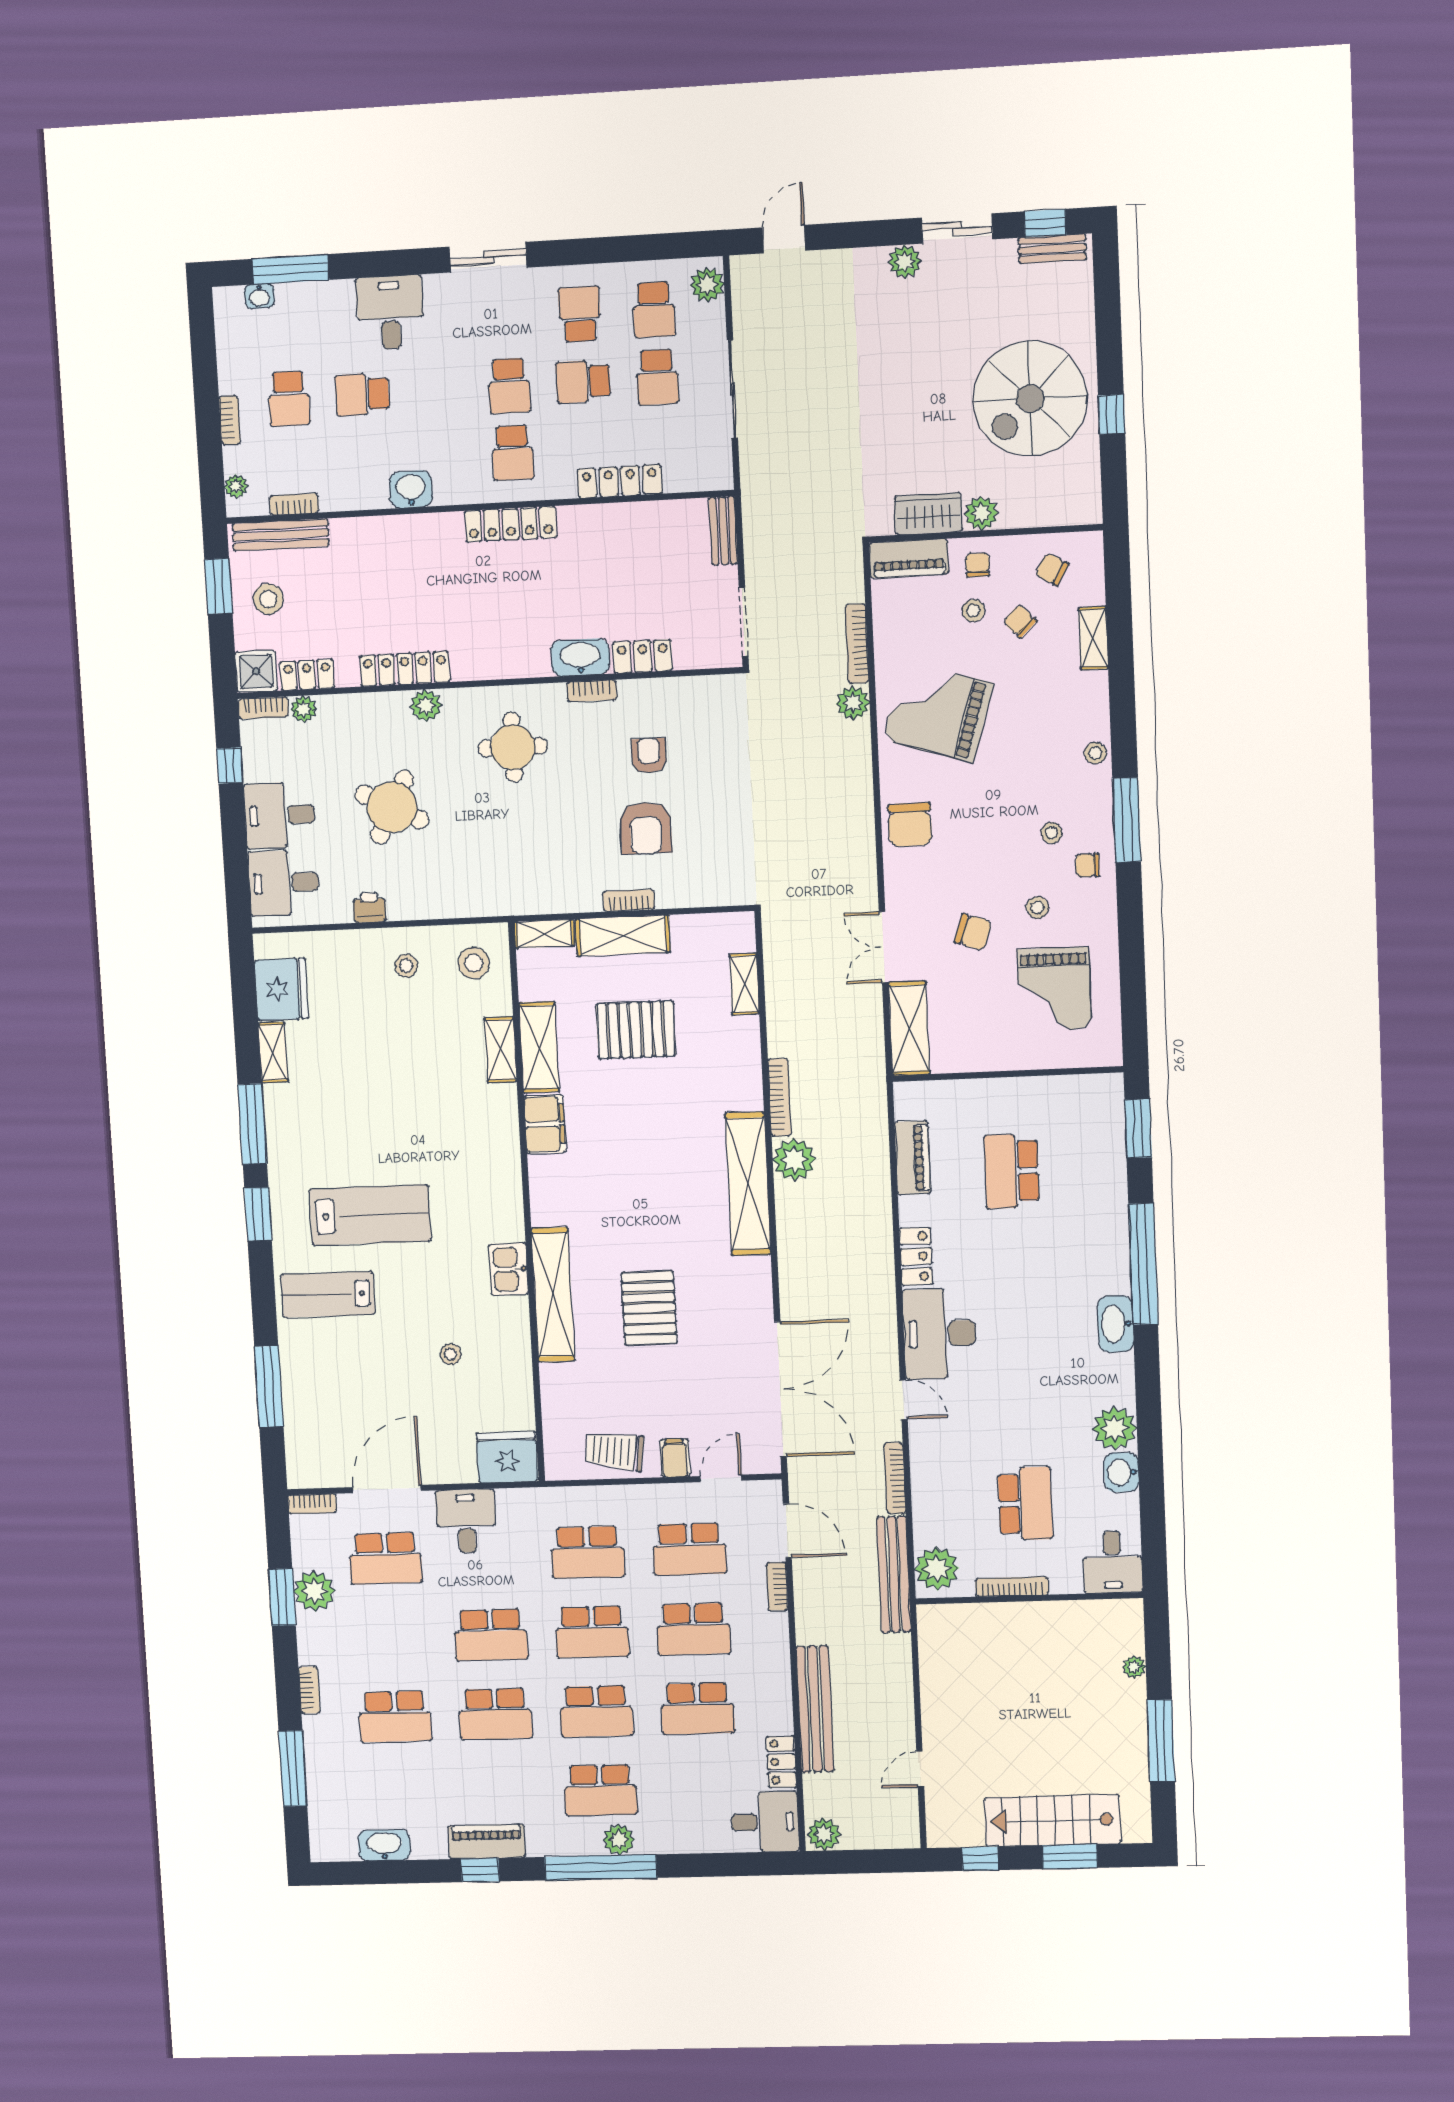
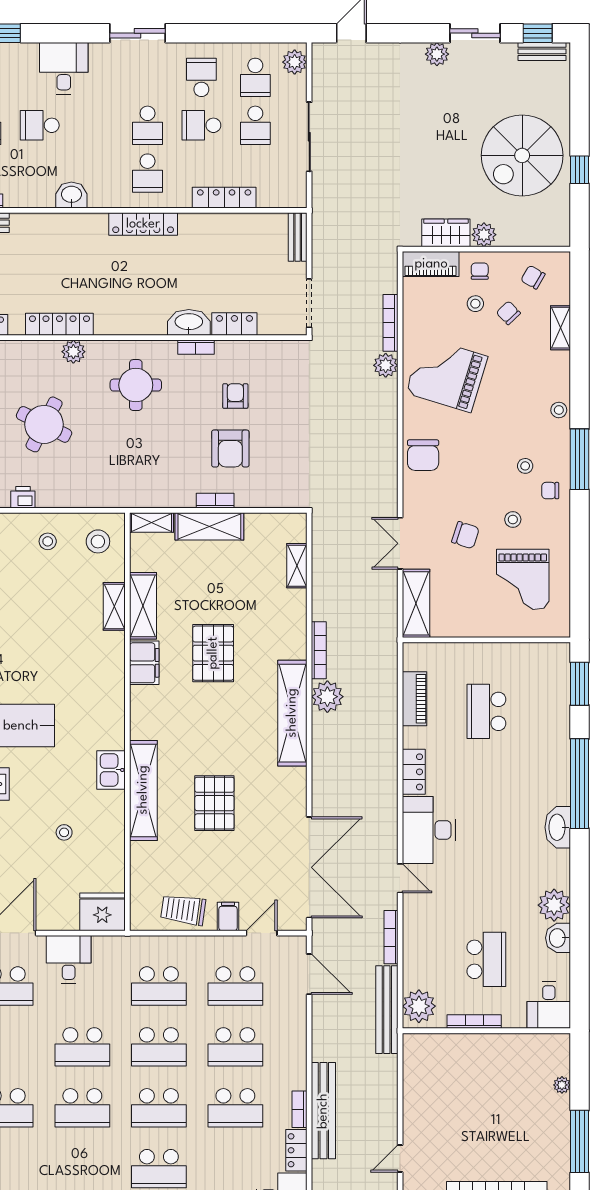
pallet: (636, 1030) -> (213, 653), moved, turned 90
bookcase: (777, 1586) -> (300, 1109), moved

